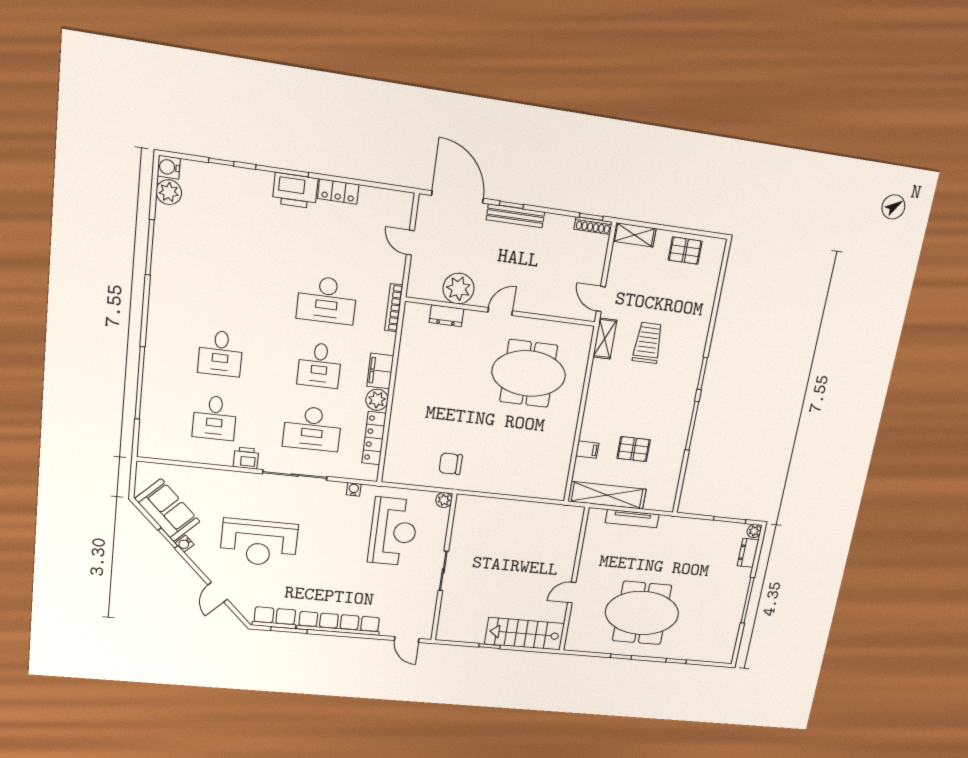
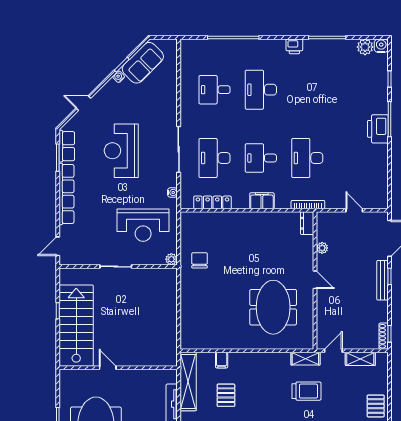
locker: (338, 192) -> (381, 157), removed
shelving: (635, 235) -> (360, 359), moved, turned 90
door: (410, 243) -> (354, 210), hinge flipped
plant: (459, 289) -> (322, 248), width x0.53, depth x0.53
dresser: (446, 316) -> (307, 223), moved
desk: (220, 353) -> (261, 90), width x1.37
plant: (377, 400) -> (241, 201), removed
printer: (246, 458) -> (294, 46), moved, turned 90
reception desk: (259, 543) -> (121, 151), moved
stairs: (525, 634) -> (76, 326), width x1.36, depth x1.51

